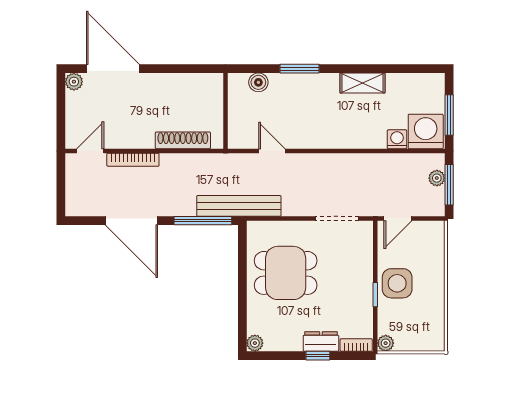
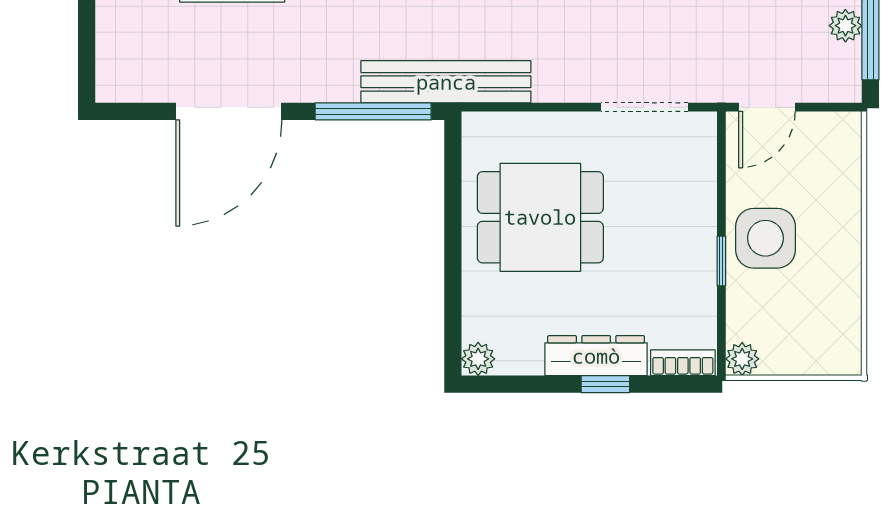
door: (131, 221) -> (229, 111), hinge flipped
dresser: (321, 341) -> (596, 356), width x1.44

